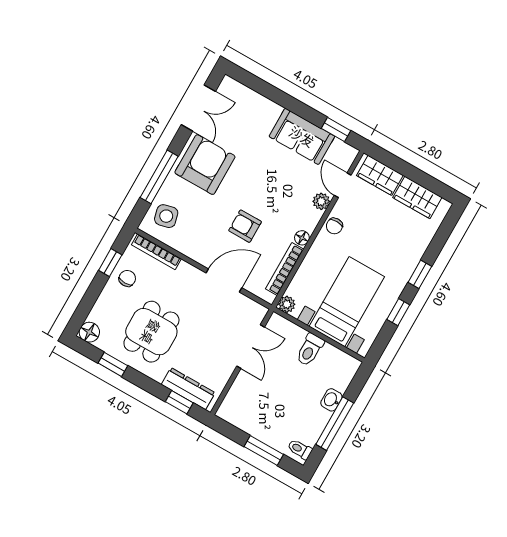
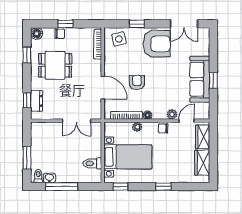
window: (336, 129) -> (213, 80), moved
sofa: (302, 136) -> (200, 79), width x1.36
window: (159, 177) -> (137, 24), width x0.46
window: (110, 263) -> (65, 24), moved
chair: (127, 278) -> (60, 34), moved
plant: (287, 304) -> (137, 127), moved
window: (398, 312) -> (121, 187), moved
toilet: (310, 350) -> (92, 163), moved
dresser: (188, 389) -> (37, 101), width x0.70
washbasin: (331, 400) -> (49, 178), moved

